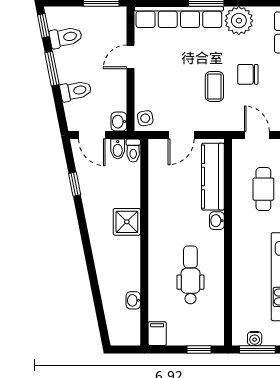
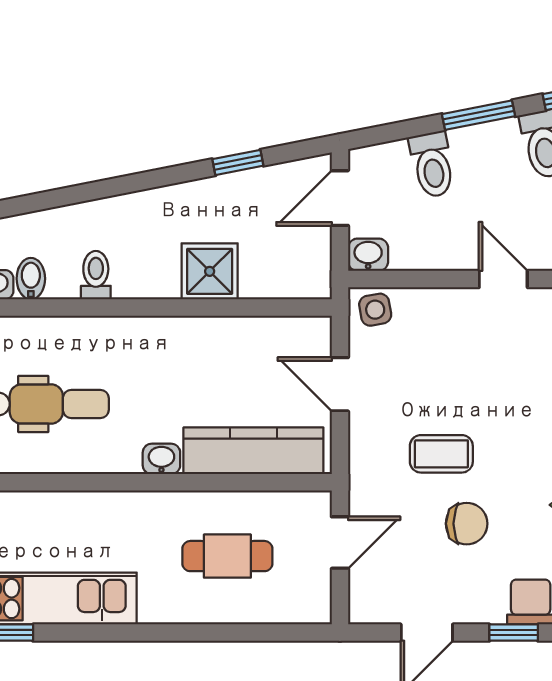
chair: (248, 74) -> (467, 524), turned 90
bidet: (118, 149) -> (31, 279), moved, turned 90
toilet: (133, 151) -> (96, 275), moved, turned 90
shower: (127, 222) -> (210, 271), moved

